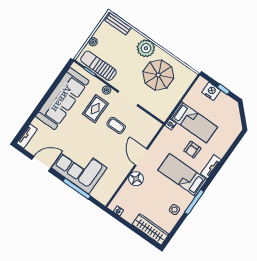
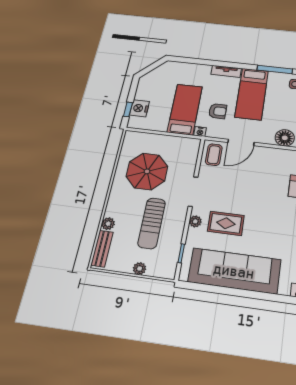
plant: (146, 48) -> (108, 224), moved, width x0.53, depth x0.53
sun lounger: (98, 66) -> (152, 223), moved
window: (224, 89) -> (128, 109), moved
coffee table: (116, 125) -> (214, 155), moved
armchair: (192, 150) -> (218, 111), moved
door: (141, 157) -> (241, 142), moved

